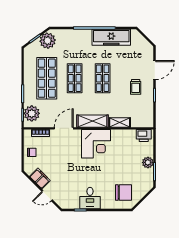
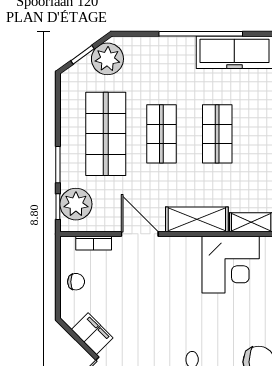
door: (64, 128) -> (140, 234), hinge flipped
corner desk: (96, 144) -> (231, 265), moved

